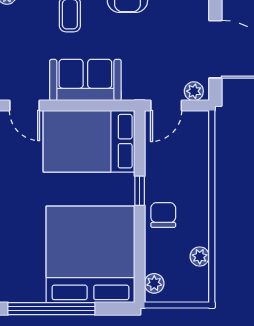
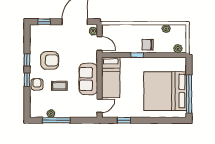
bed: (89, 141) -> (111, 77), width x0.67
bed: (90, 254) -> (165, 91), moved

